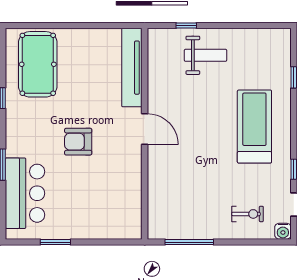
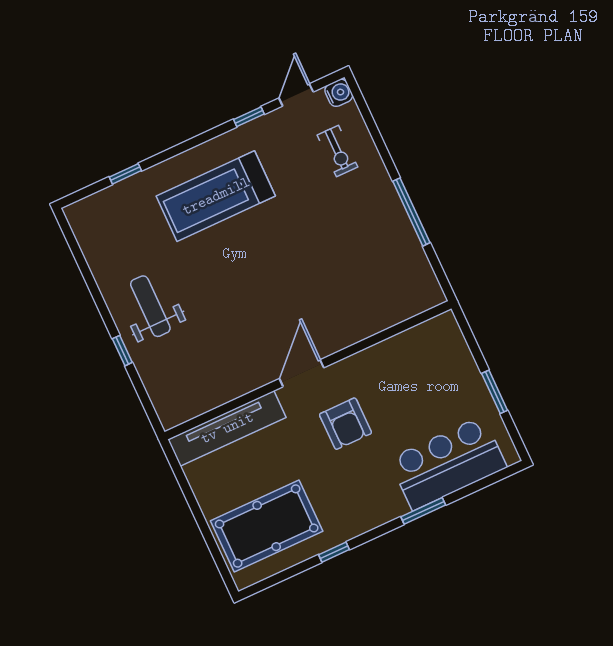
tv unit: (132, 68) -> (227, 428), moved
door: (145, 129) -> (302, 373), moved
wall: (145, 134) -> (308, 370), moved
exercise bike: (248, 214) -> (337, 151), turned 180

